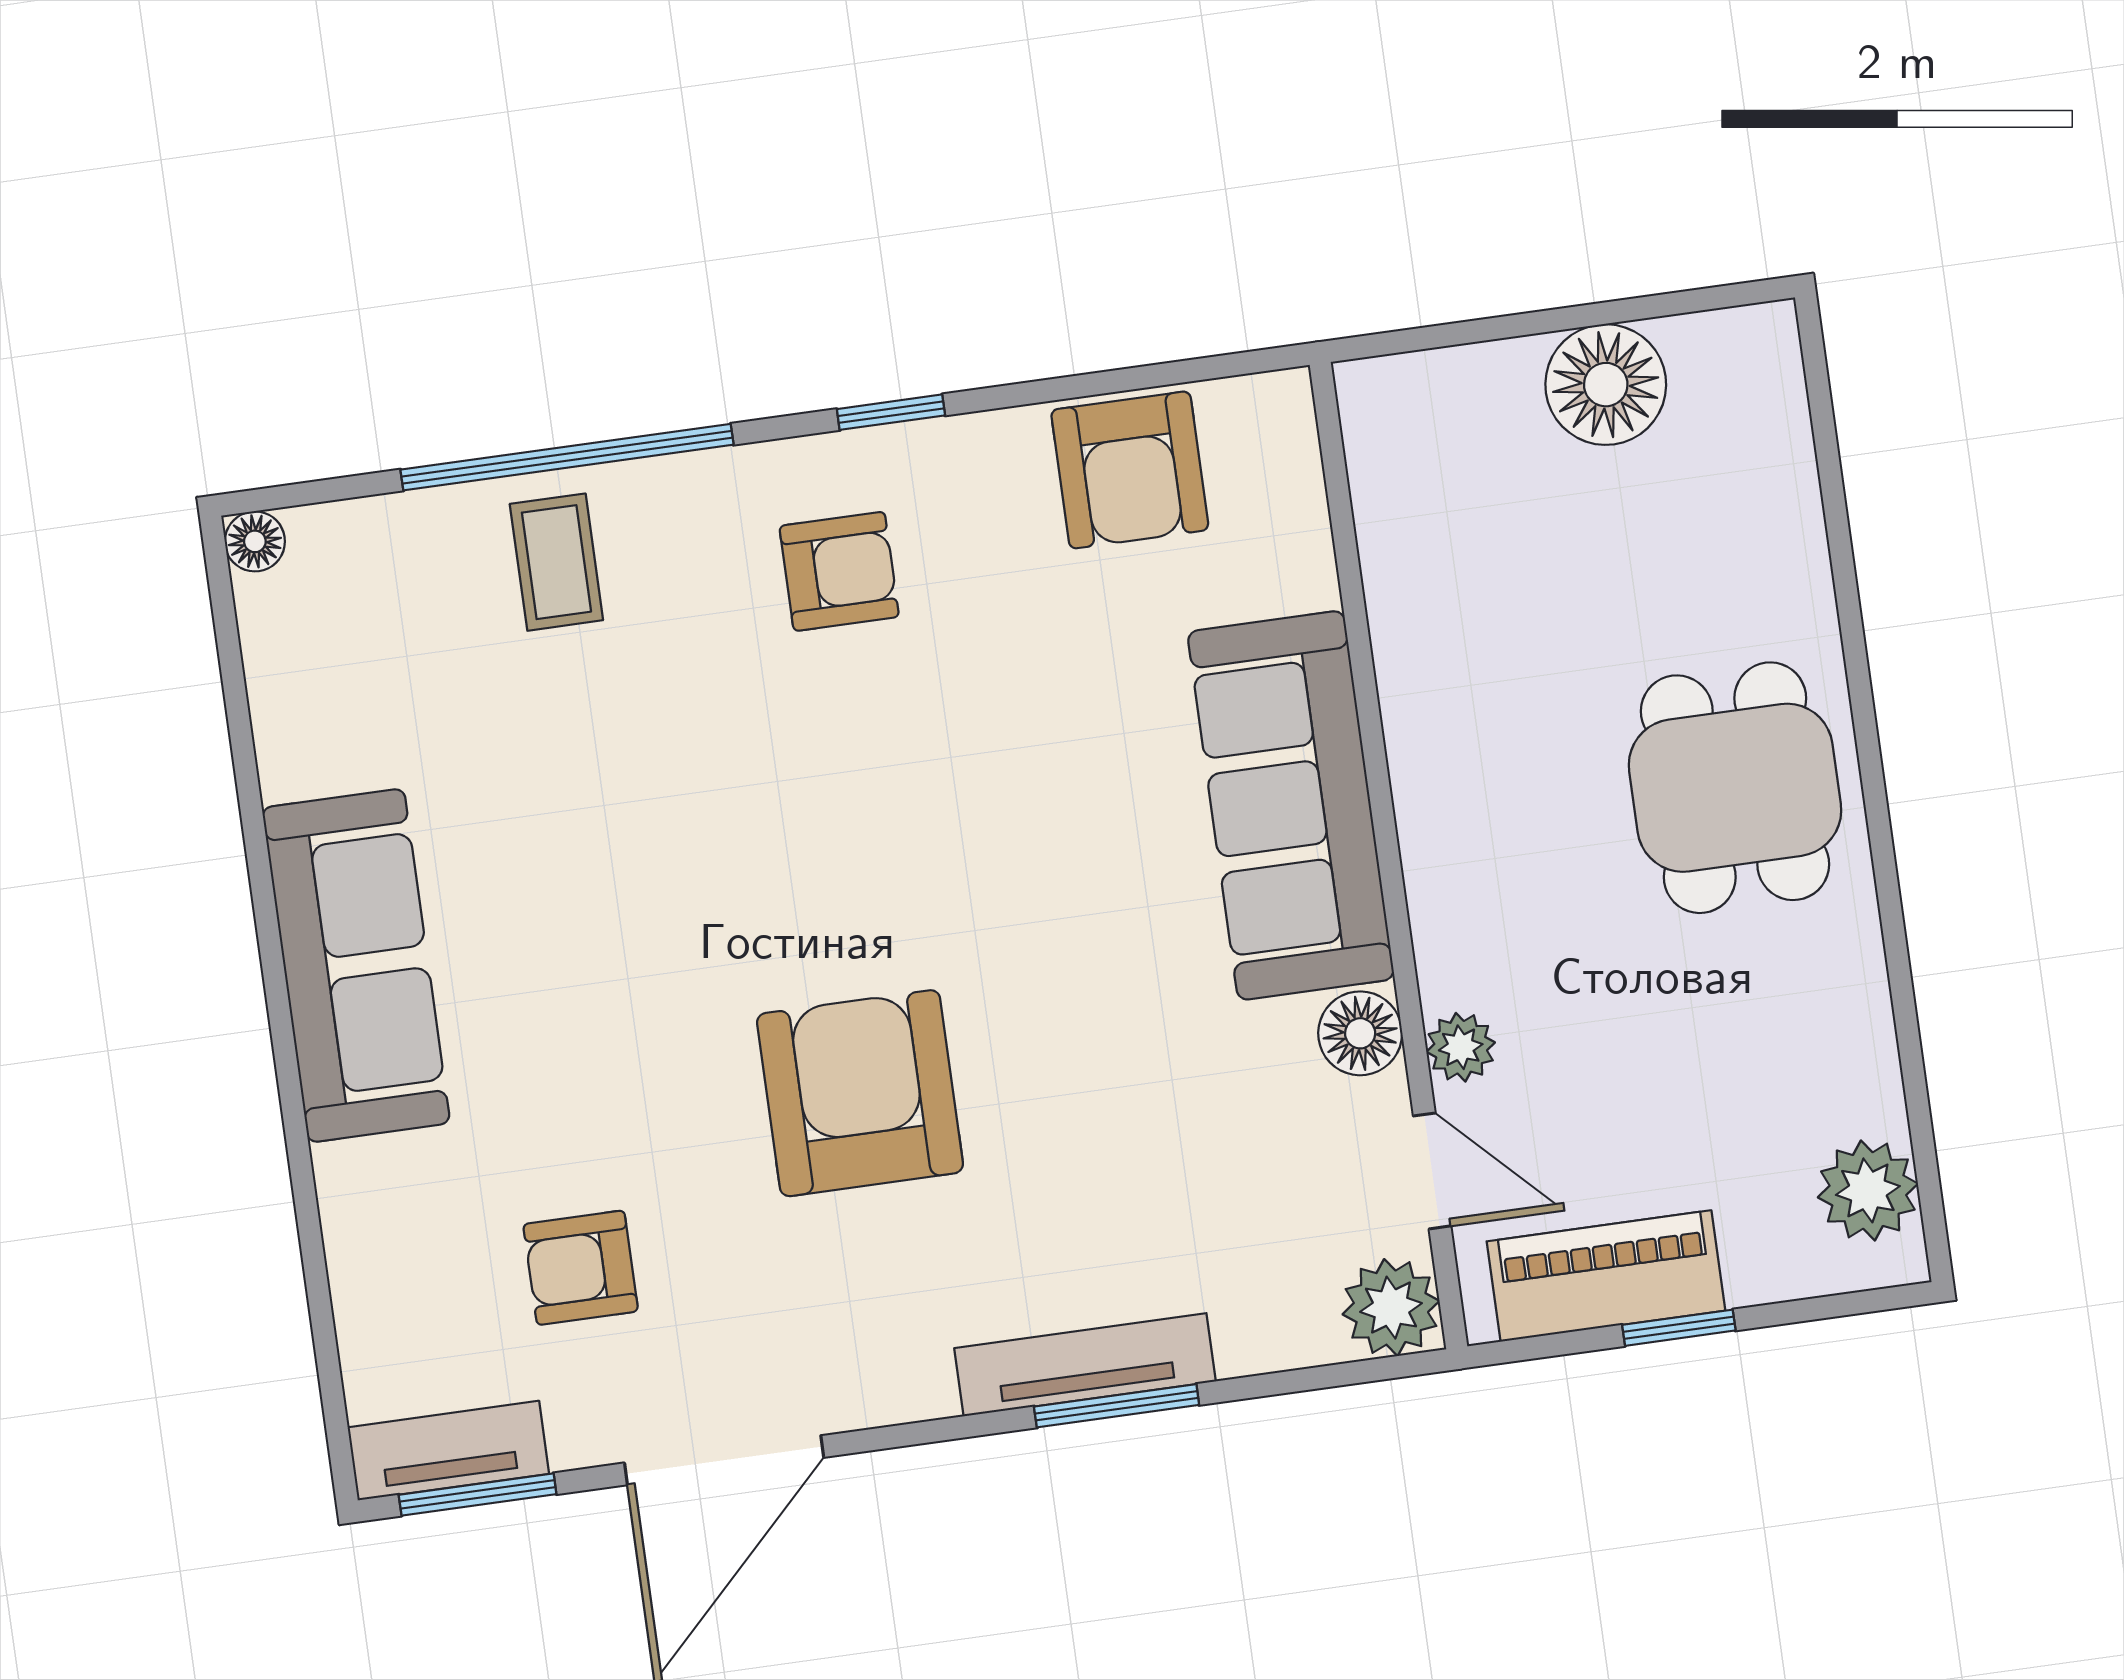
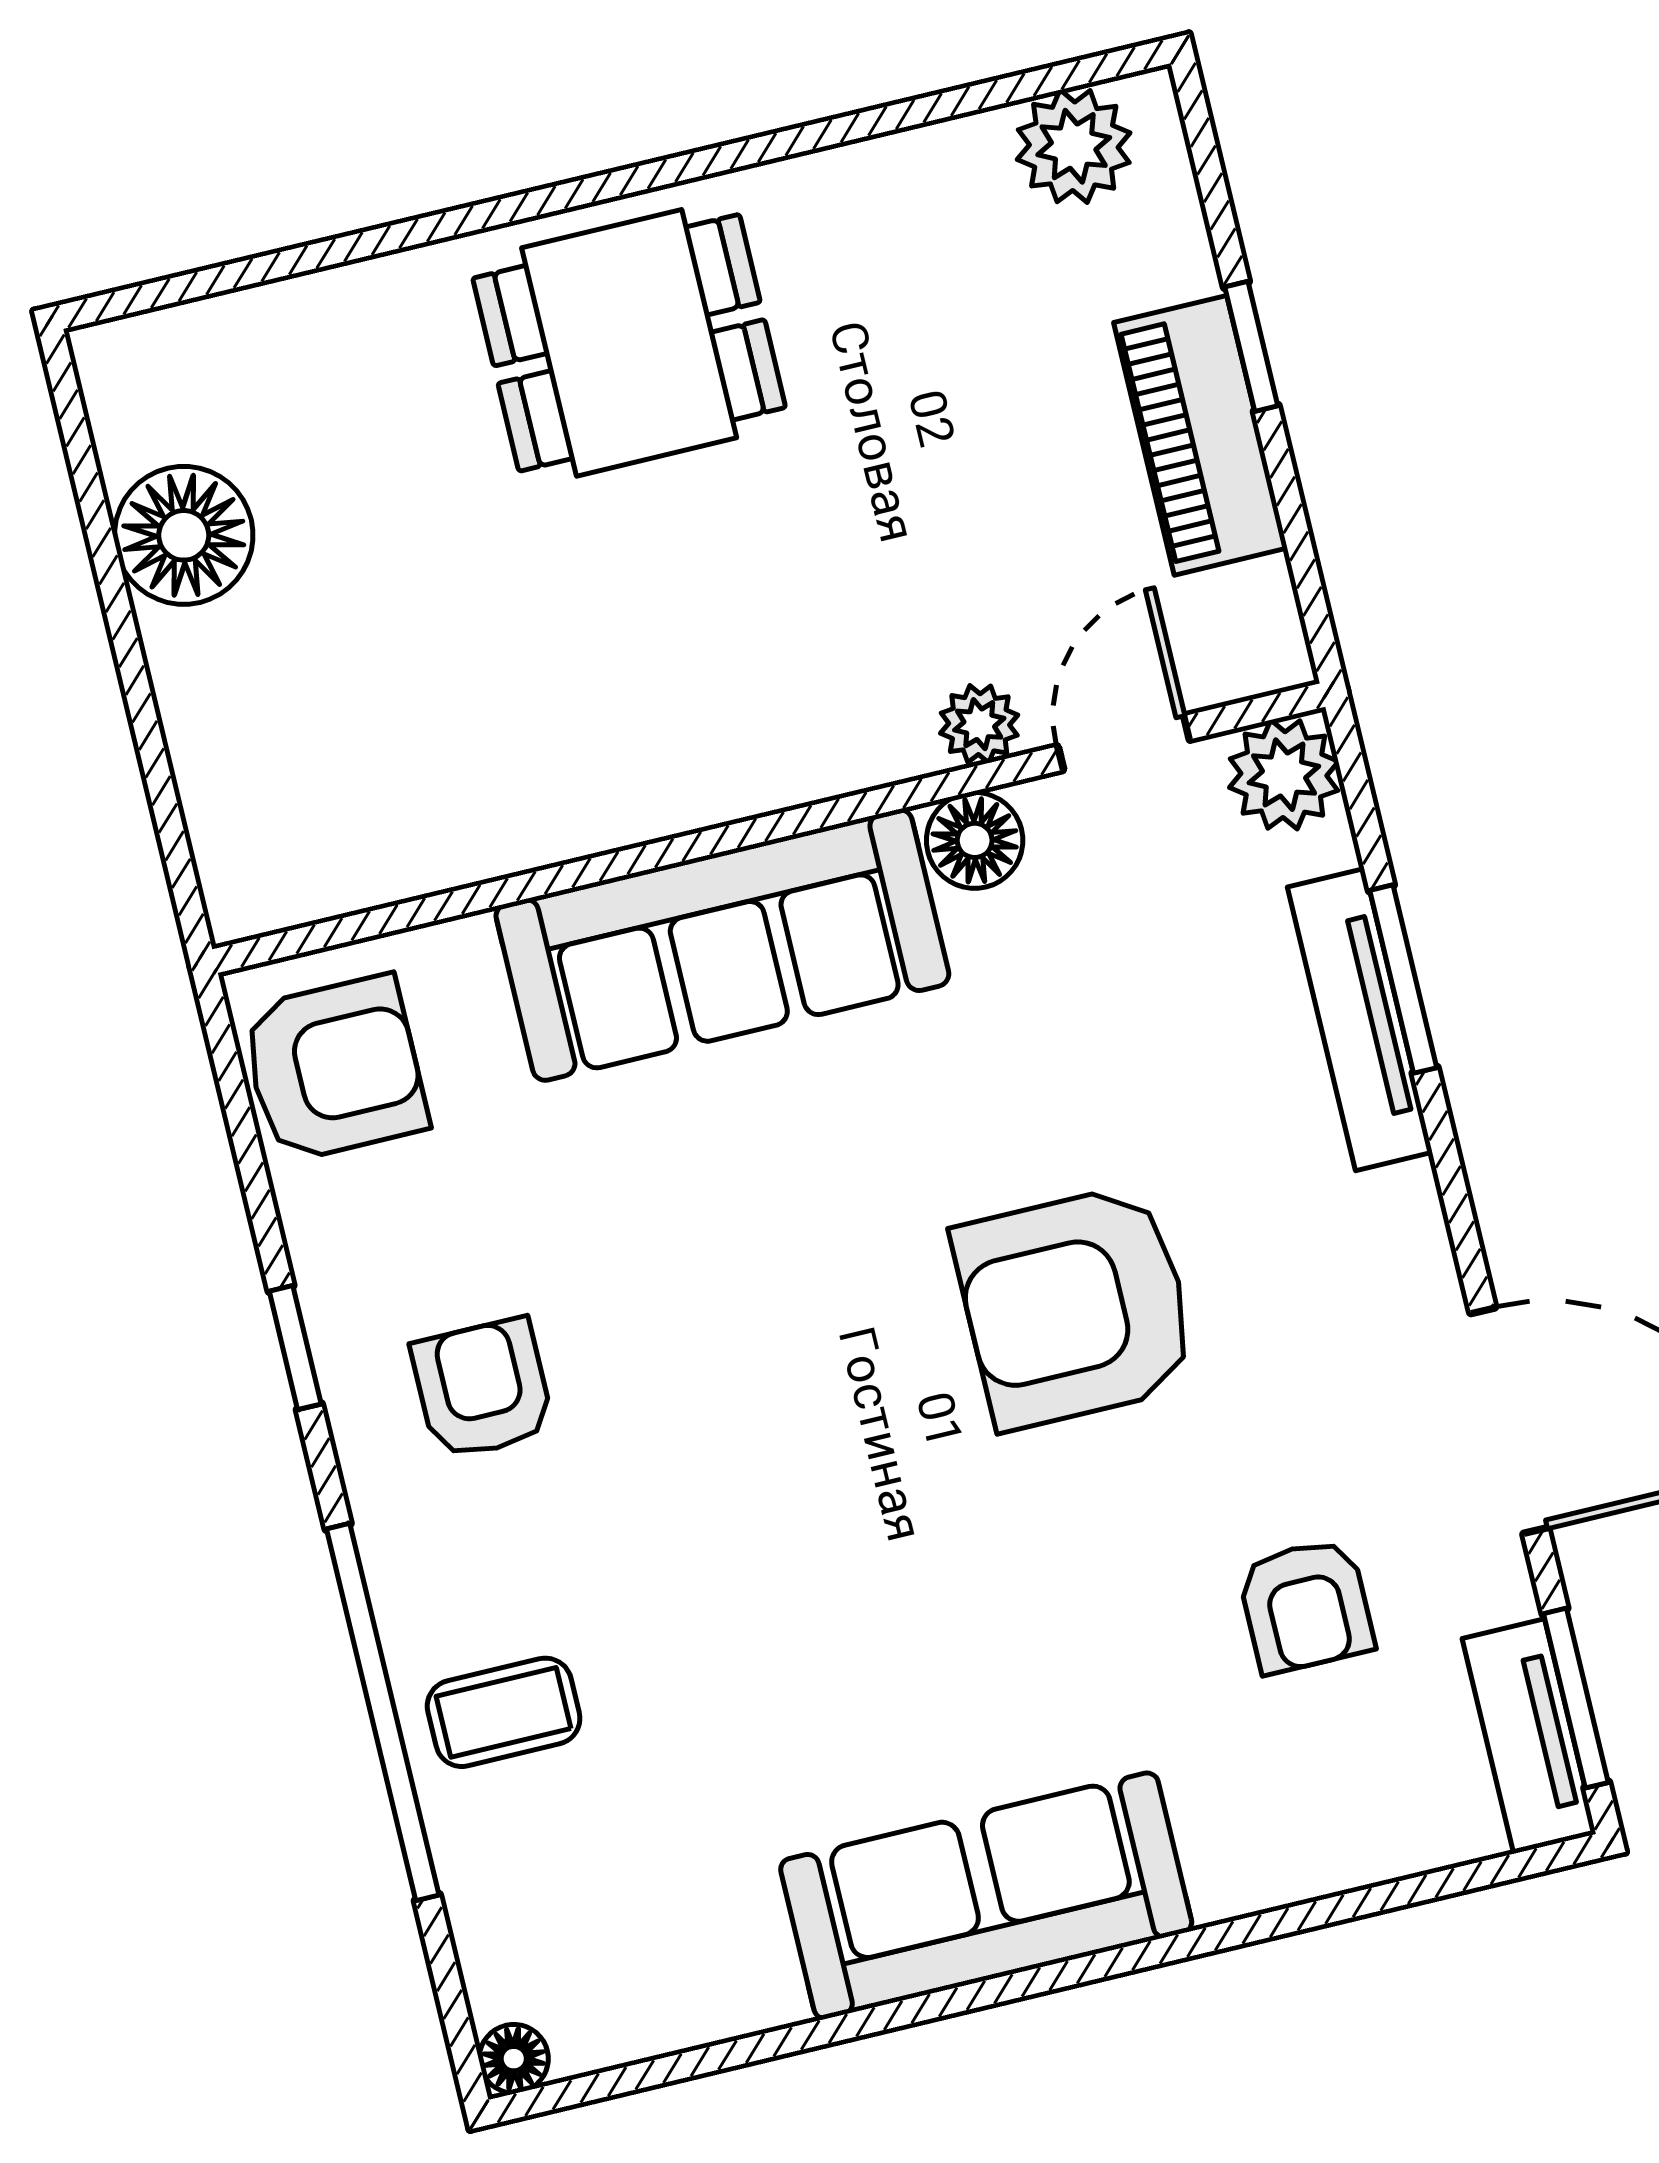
sofa: (1291, 805) -> (722, 945), moved
wall: (1388, 856) -> (769, 828), moved
floor lamp: (1360, 1033) -> (975, 840), moved
plant: (1461, 1047) -> (979, 724), moved
door: (1432, 1171) -> (1124, 743), moved
plant: (1391, 1308) -> (1284, 775), moved

